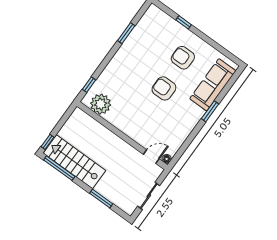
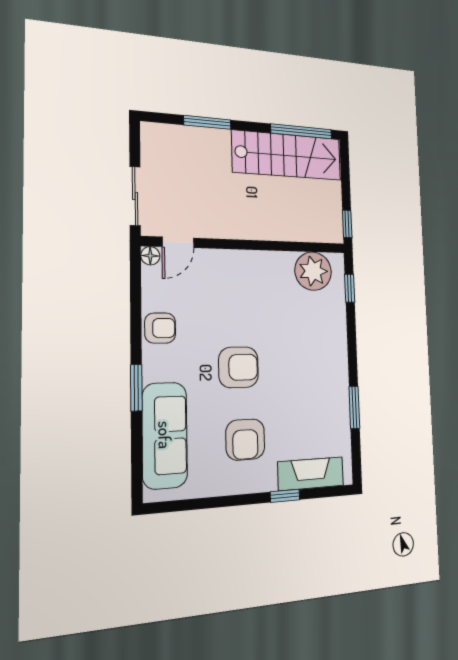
fireplace: (166, 22) -> (311, 474), added
armchair: (183, 58) -> (245, 440), turned 90
armchair: (184, 128) -> (160, 328), added
window: (48, 142) -> (347, 224), moved
sliding door: (149, 196) -> (135, 196), moved

